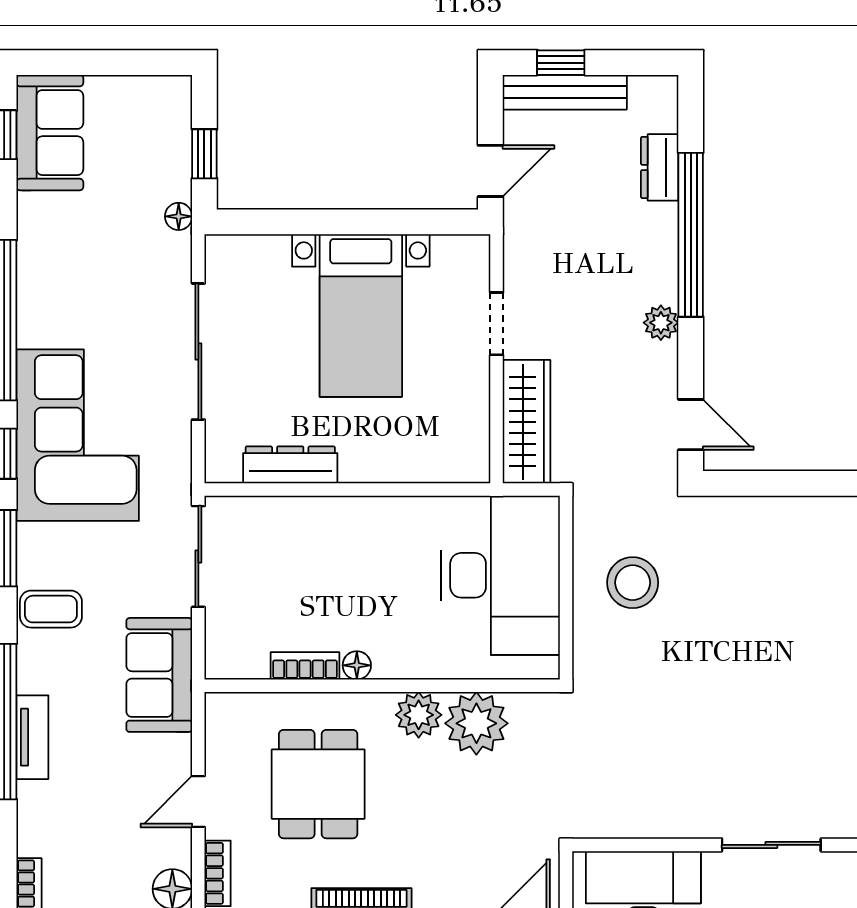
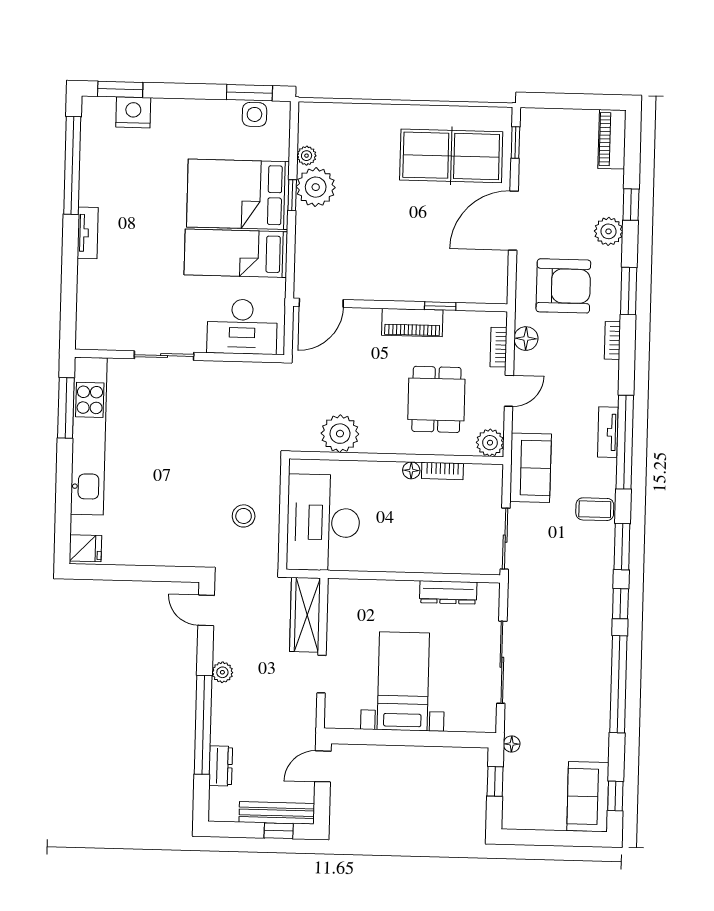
corner sofa: (78, 435) -> (576, 614), removed
stool: (633, 583) -> (244, 516), width x0.73, depth x0.73
plant: (419, 715) -> (490, 443), moved

